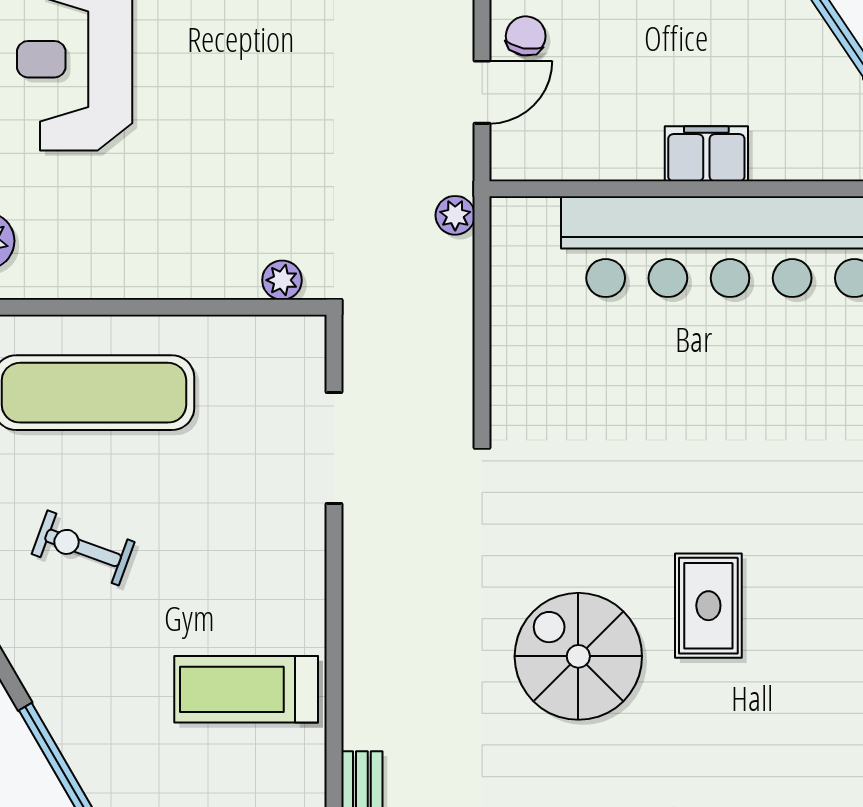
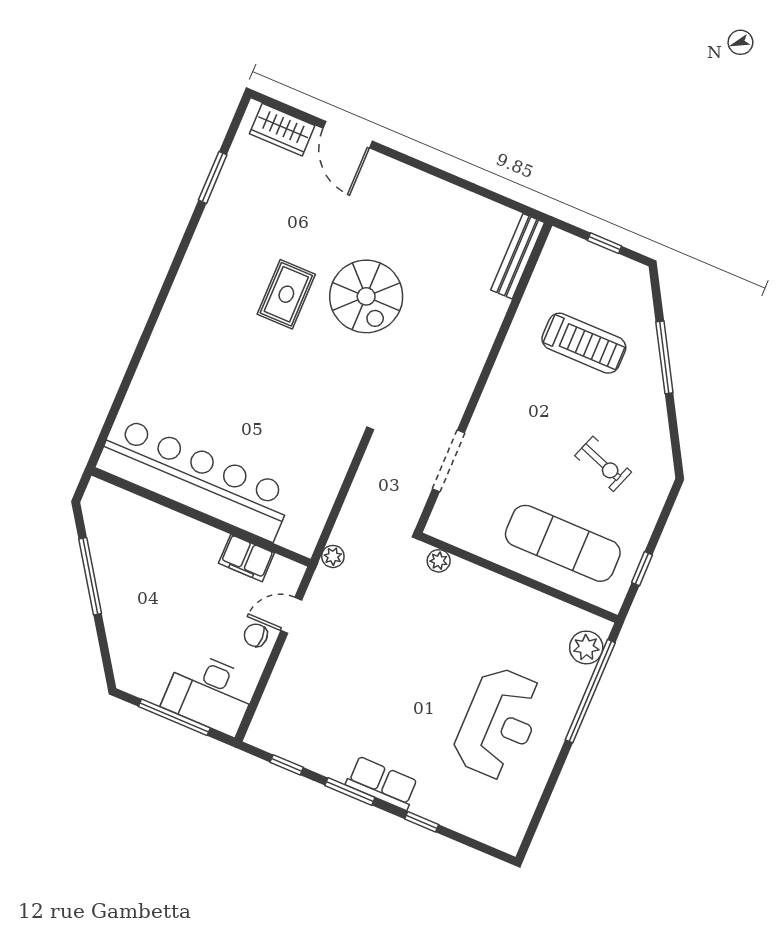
chair: (526, 36) -> (256, 635), turned 80
filing cabinet: (706, 154) -> (246, 558), moved
treadmill: (246, 689) -> (584, 343), moved

